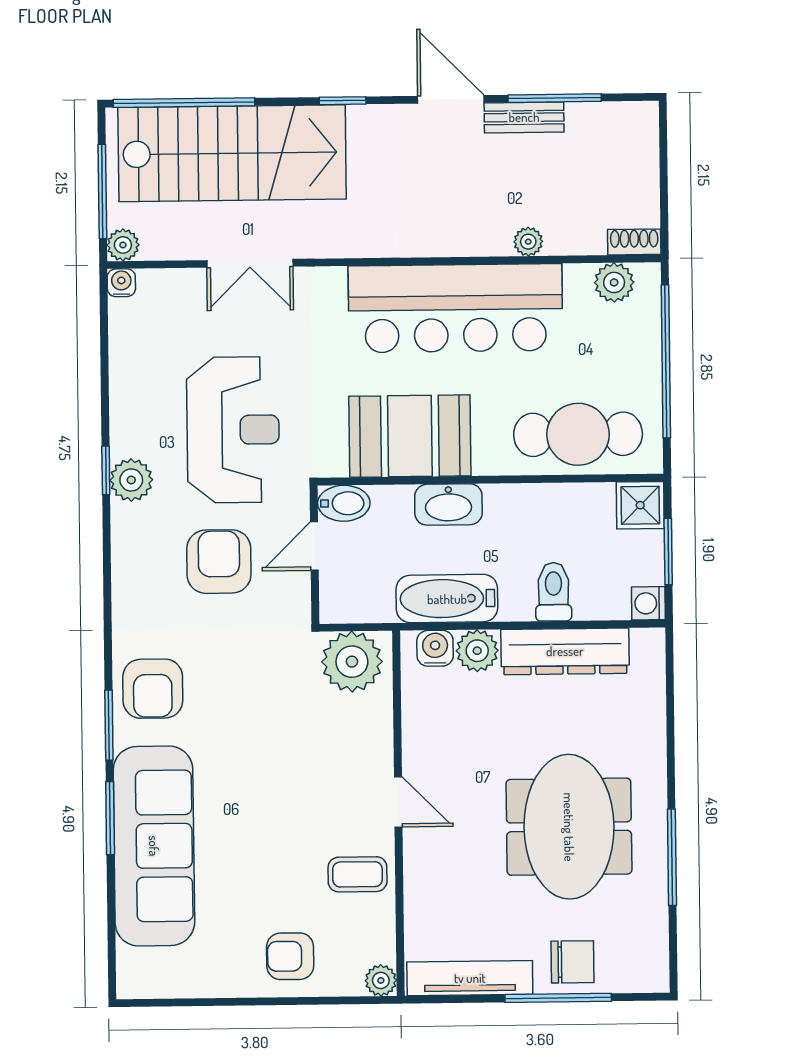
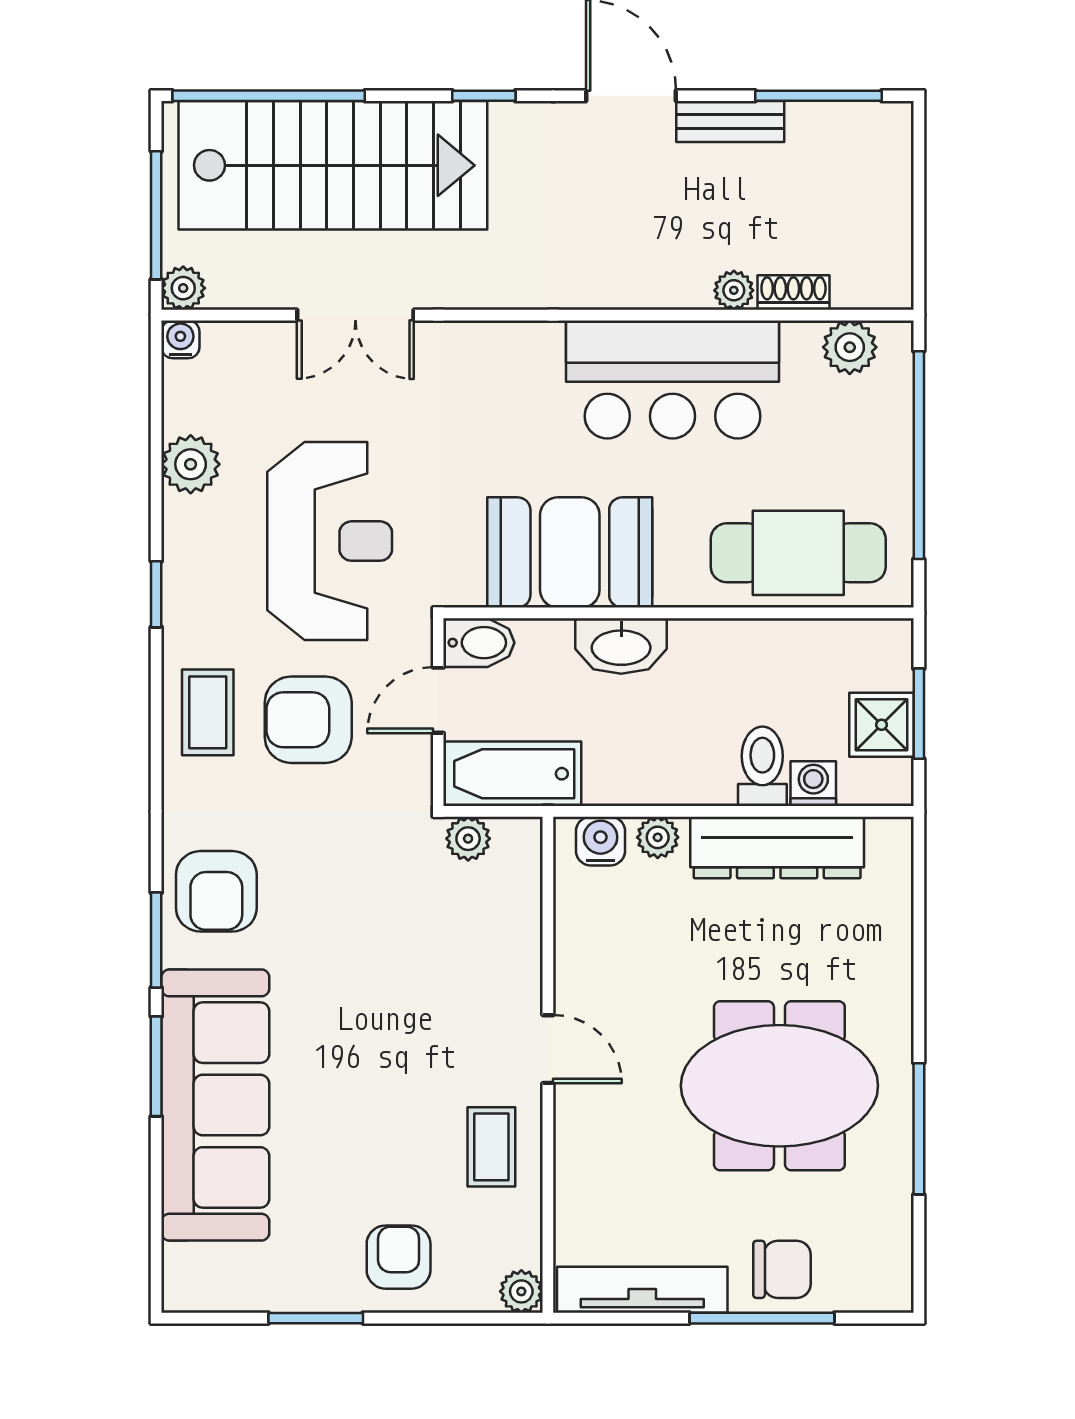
window: (555, 98) -> (818, 96), moved
shoe rack: (634, 242) -> (793, 293), moved
bar counter: (455, 308) -> (673, 379), width x0.73
plant: (131, 480) -> (191, 464), moved
shower: (640, 505) -> (882, 725), moved
coffee table: (145, 557) -> (208, 712), added
armchair: (219, 562) -> (308, 720), turned -90
bathtub: (447, 599) -> (512, 774), moved
washing machine: (648, 603) -> (813, 784), moved, turned 90
plant: (477, 651) -> (658, 837), width x0.73, depth x0.73
plant: (352, 662) -> (468, 839), width x0.53, depth x0.53
meeting table: (569, 827) -> (779, 1086), turned 90
coffee table: (358, 874) -> (491, 1147), turned 90
armchair: (290, 956) -> (399, 1257), turned 90
window: (230, 1002) -> (316, 1318), added

